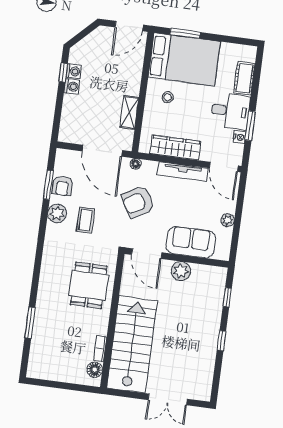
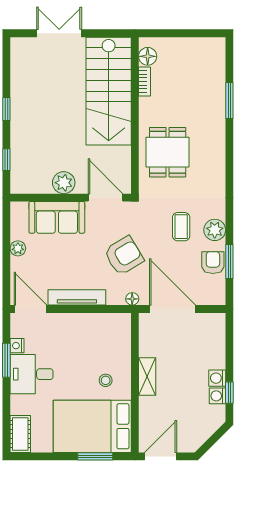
cot: (244, 78) -> (20, 434), moved
shelving: (129, 112) -> (147, 377), moved
wardrobe: (175, 148) -> (89, 324), removed

